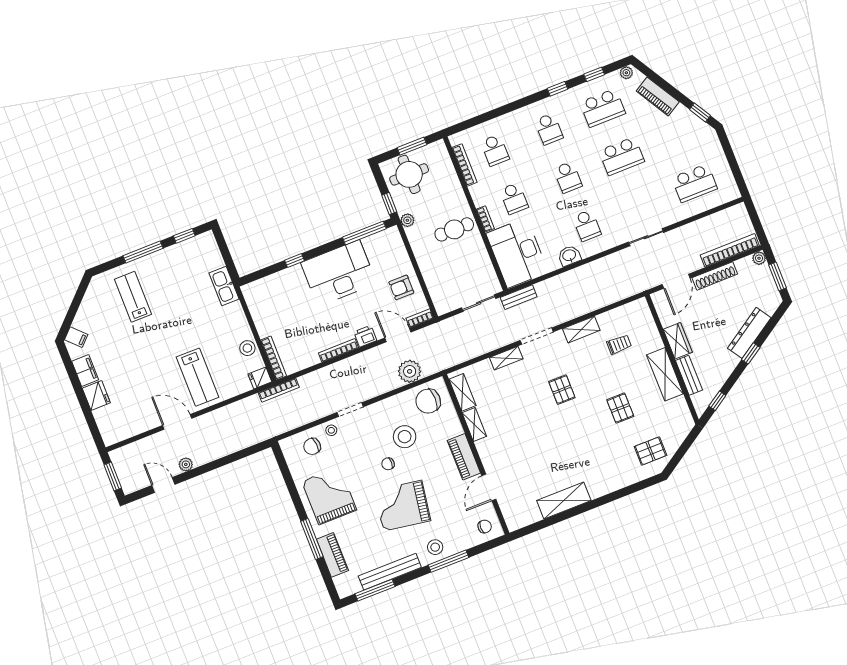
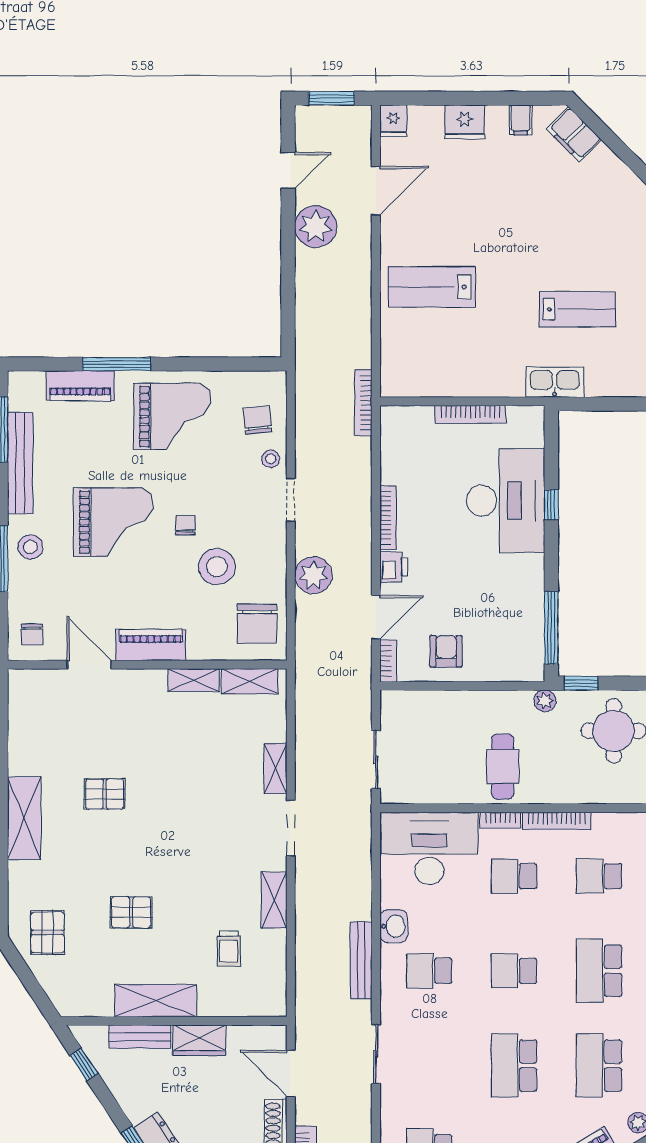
school desk: (549, 129) -> (599, 971), width x1.85
bookcase: (464, 165) -> (557, 821), moved
desk: (339, 273) -> (506, 501), moved
lab bench: (133, 297) -> (578, 309), moved
bench: (519, 297) -> (361, 960), moved, width x1.36
filing cabinet: (76, 337) -> (574, 134), width x2.00
stool: (247, 348) -> (446, 380), removed
bookcase: (274, 358) -> (470, 414), moved
filing cabinet: (85, 371) -> (520, 120), width x0.50
plant: (410, 371) -> (313, 575), moved
fridge: (260, 378) -> (393, 121), moved, turned 180
pallet: (562, 390) -> (105, 794), moved
chair: (428, 401) -> (257, 624), turned 180
door: (177, 422) -> (376, 191), moved
plant: (186, 464) -> (316, 227), width x1.88, depth x1.88
shelving: (564, 501) -> (24, 818), moved
grand piano: (402, 506) -> (113, 522), turned 81

